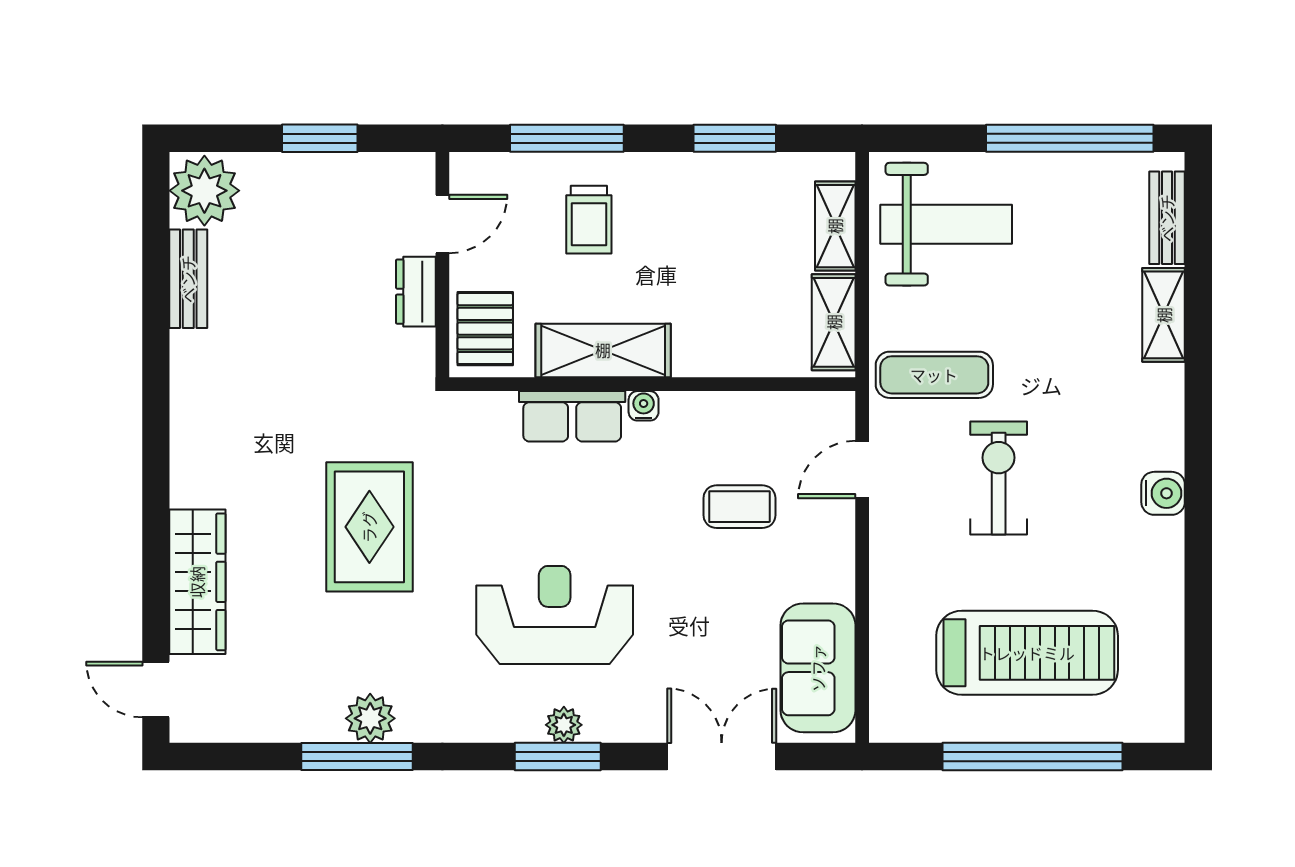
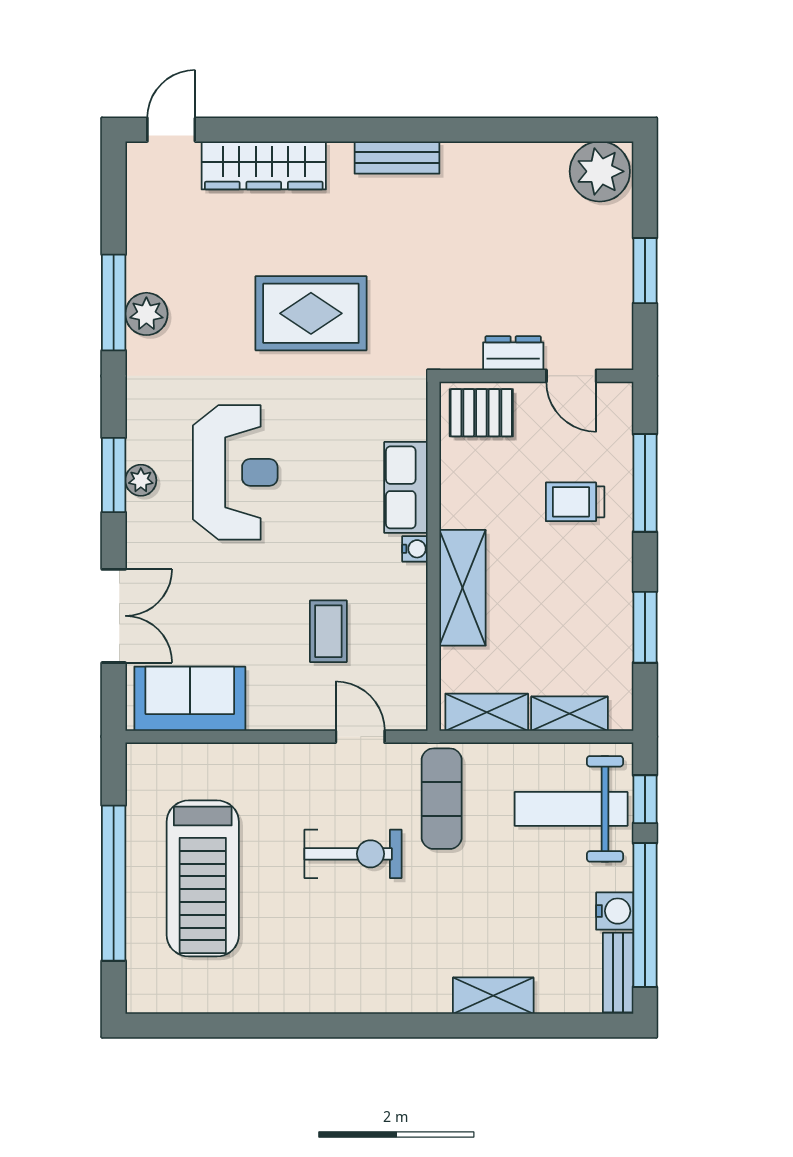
window: (935, 138) -> (645, 799), added
bench: (1167, 218) -> (618, 973), moved, turned 90
weight bench: (946, 224) -> (571, 809), turned 90
bench: (188, 279) -> (397, 158), moved
shelving: (603, 350) -> (463, 588), moved
water cooler: (1163, 493) -> (615, 911), moved, turned -90

